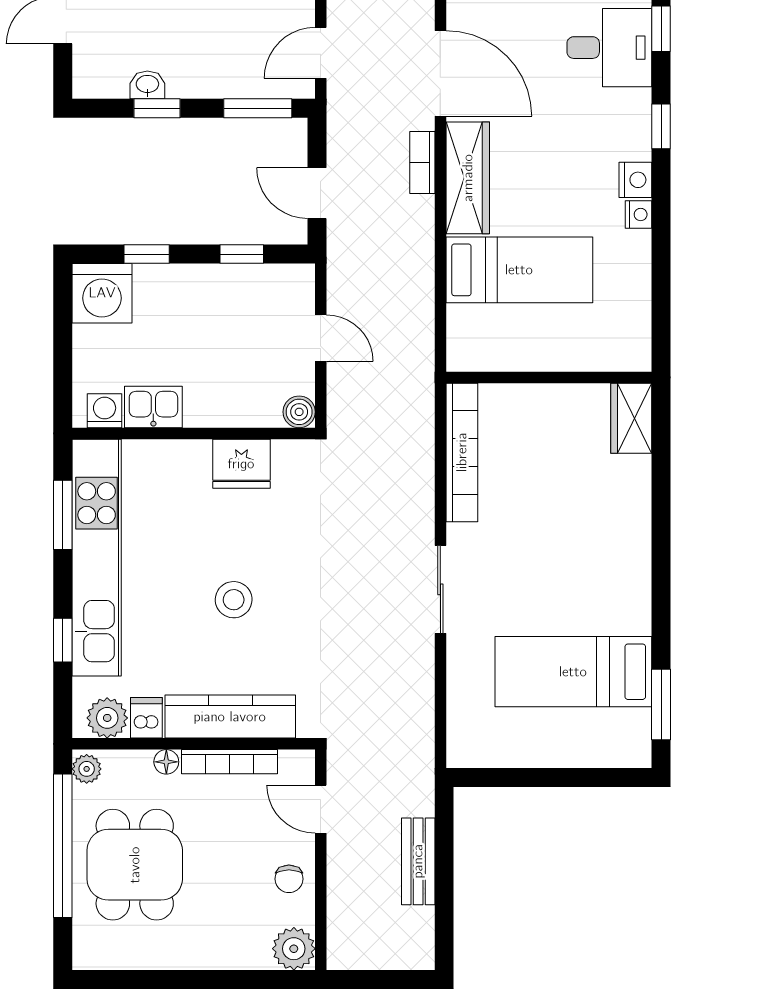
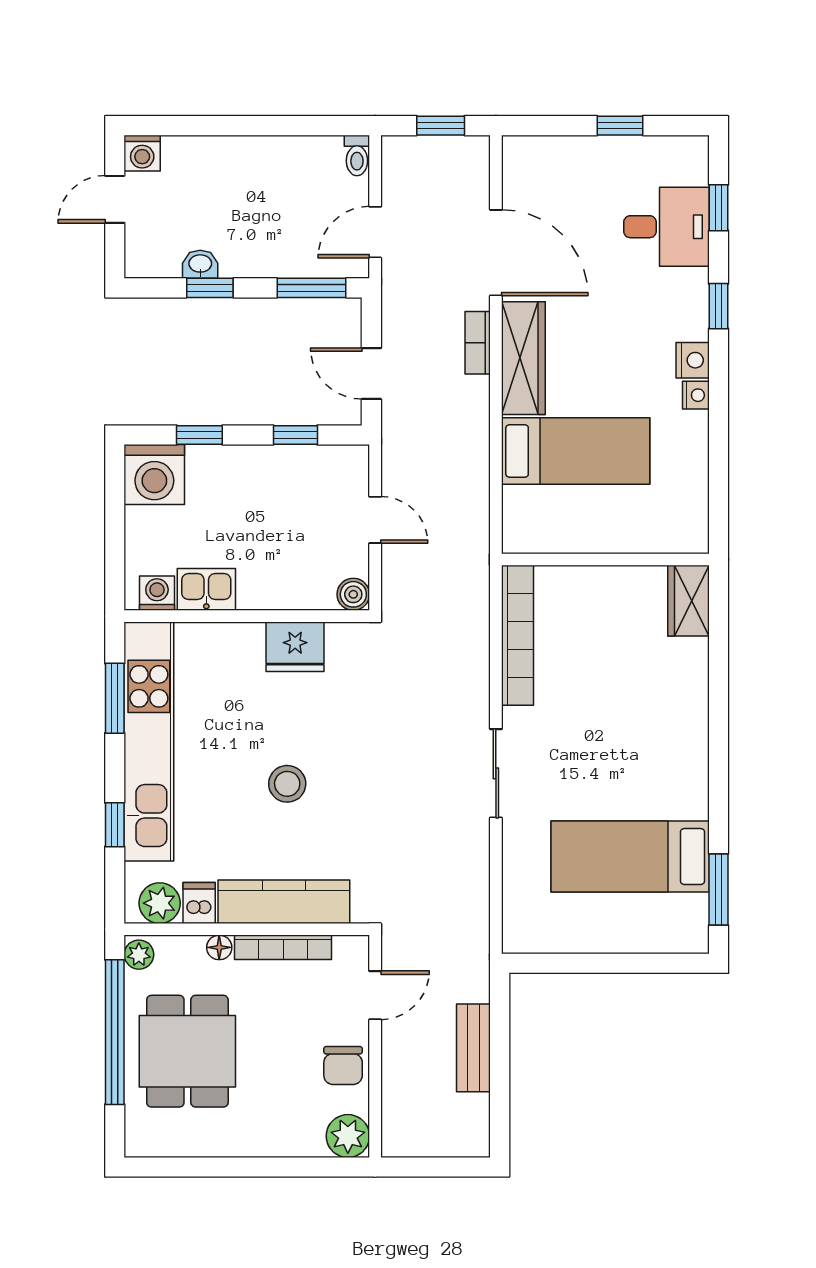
door: (321, 809) -> (375, 995), swing flipped
chair: (289, 879) -> (343, 1066), width x1.37, depth x1.37

